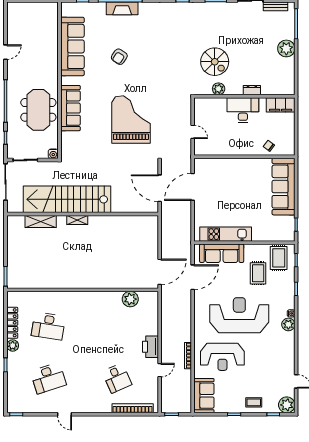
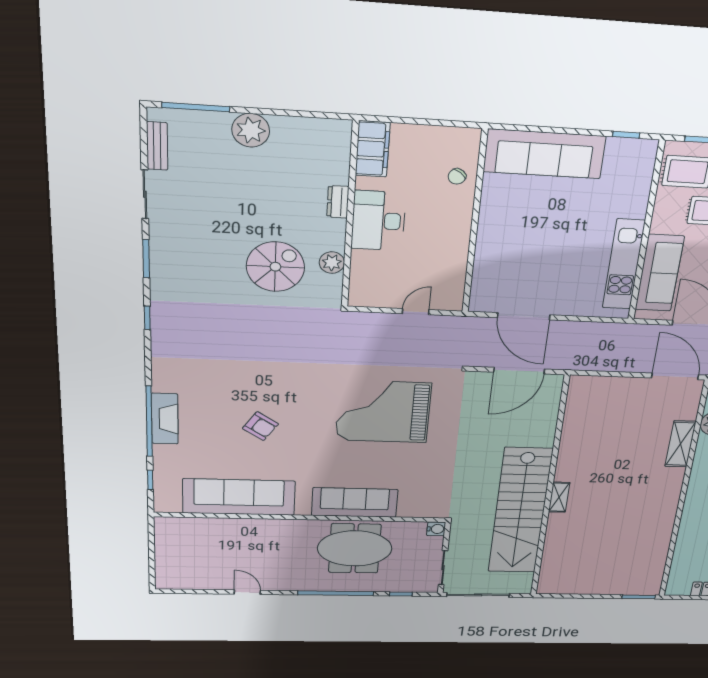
shelving: (41, 221) -> (680, 444), moved

